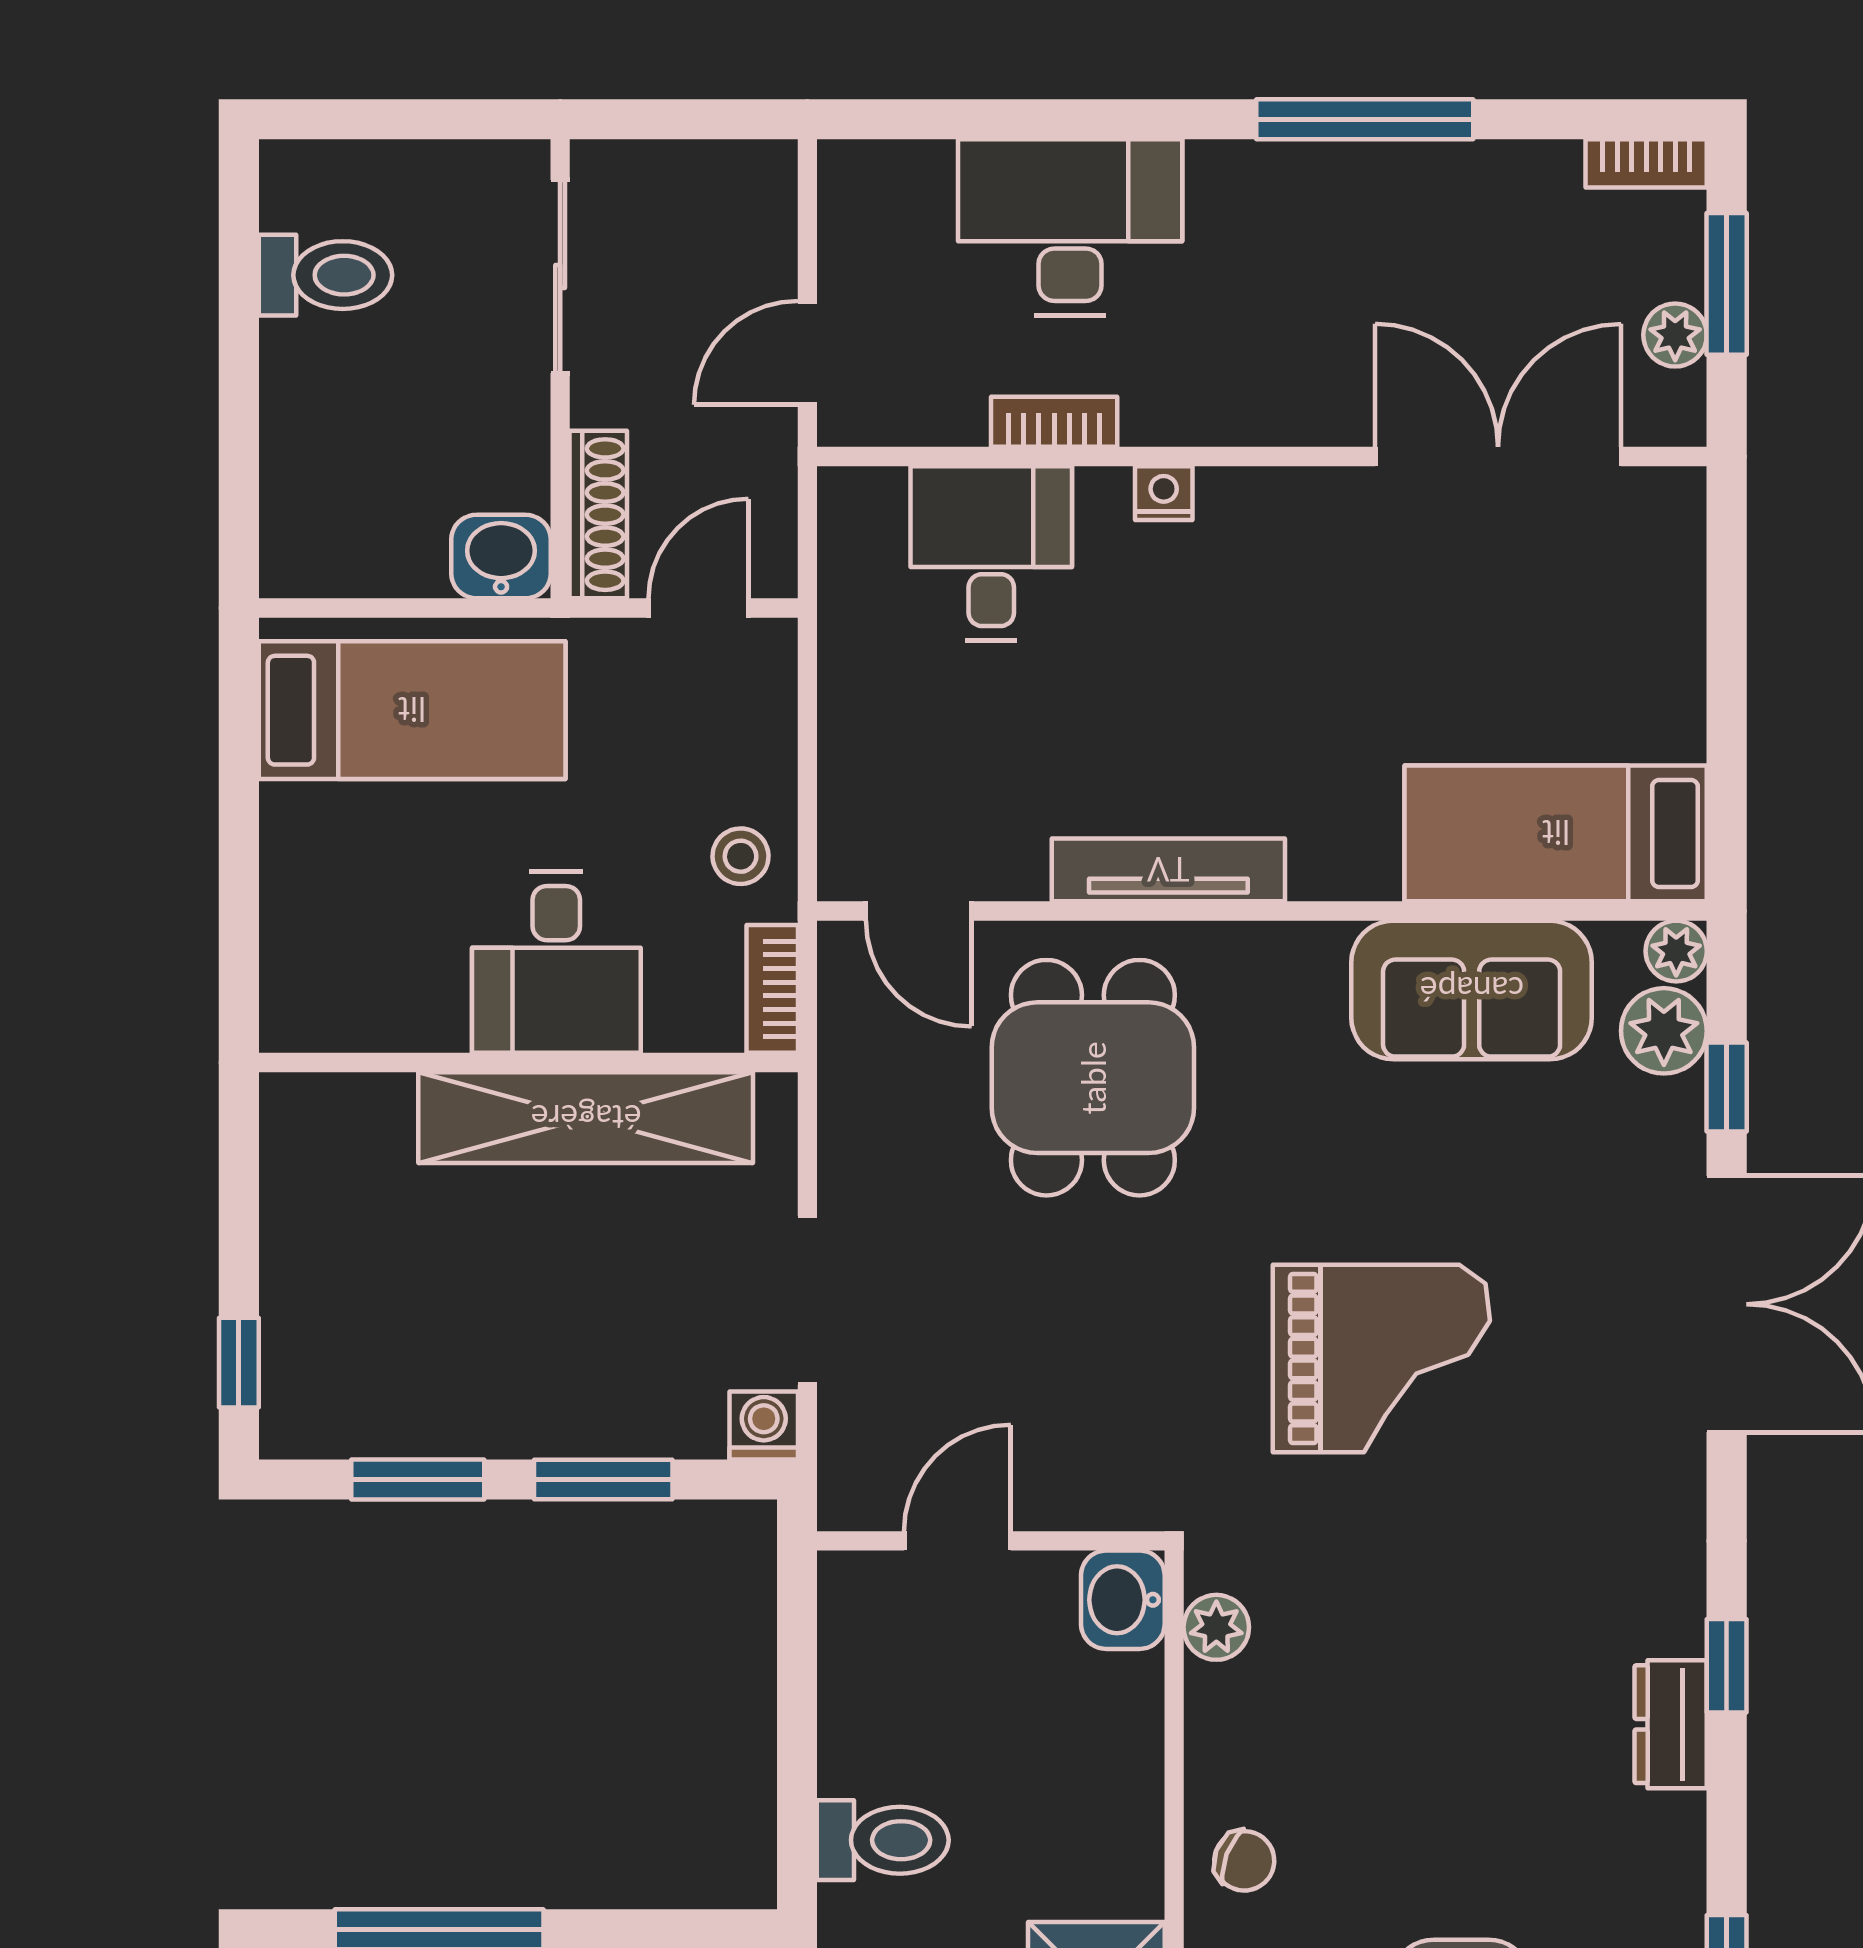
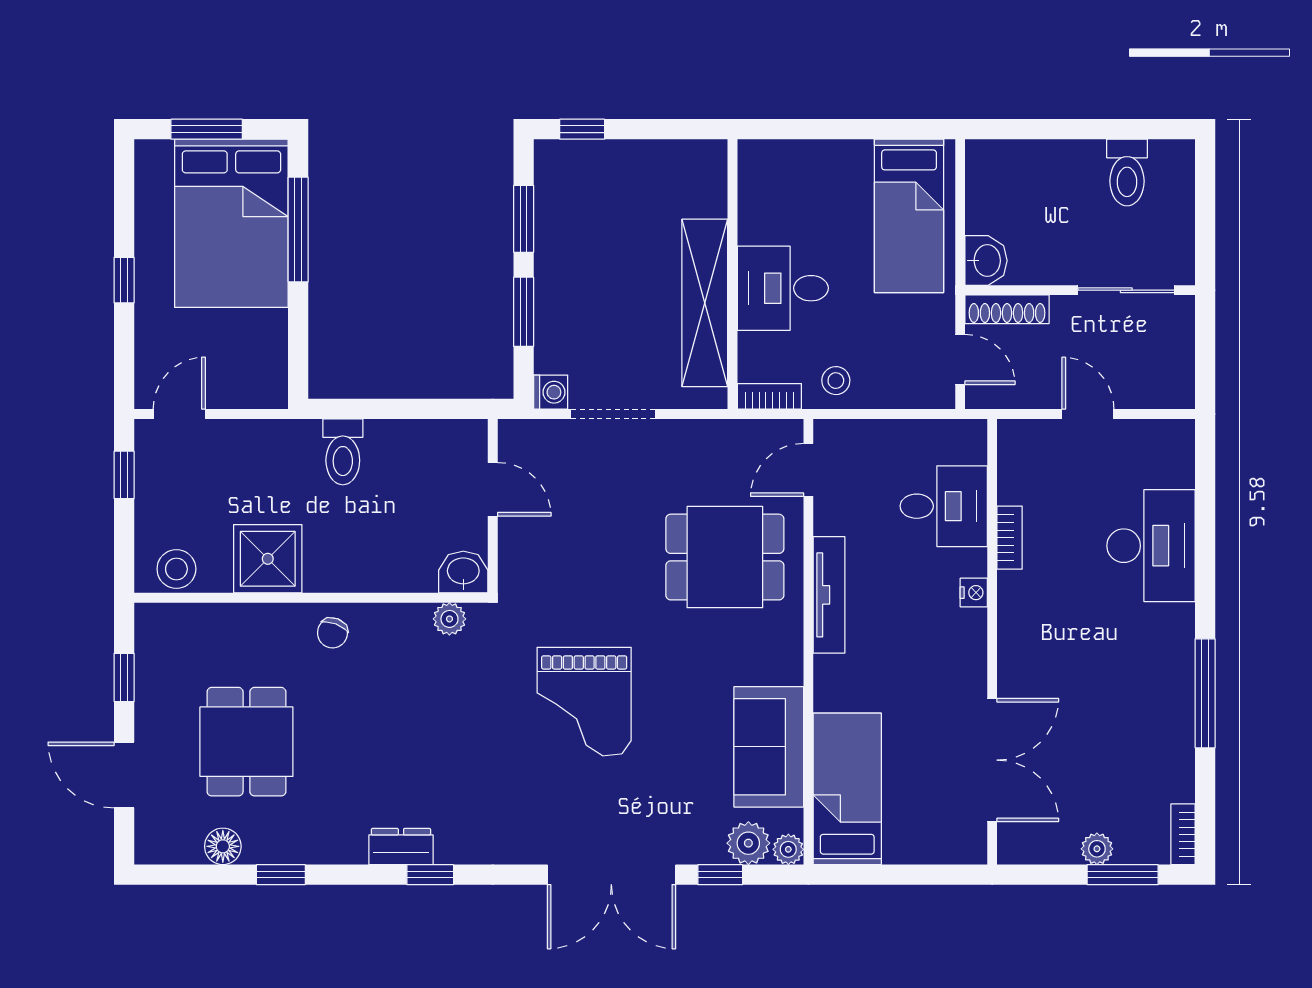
bookcase: (1054, 422) -> (1010, 538), moved
wall: (1262, 457) -> (992, 642), moved
double door: (1498, 457) -> (992, 760), moved
nightstand: (1164, 493) -> (974, 593), moved
desk: (991, 553) -> (944, 506), moved

